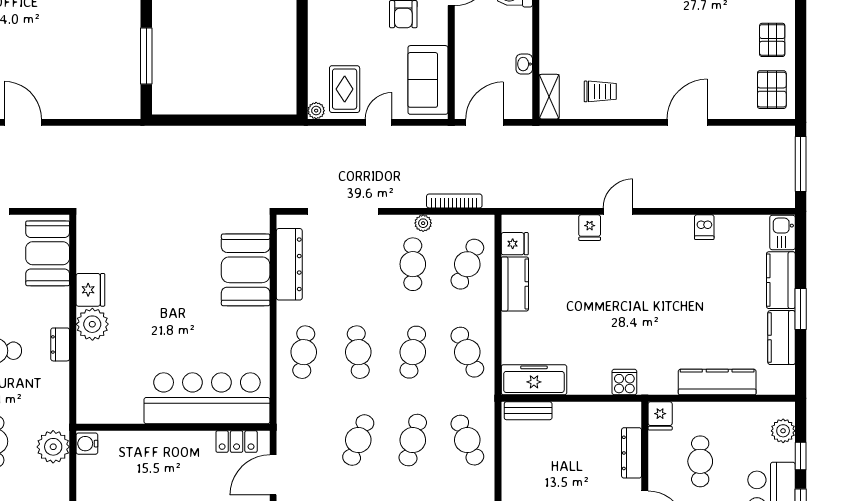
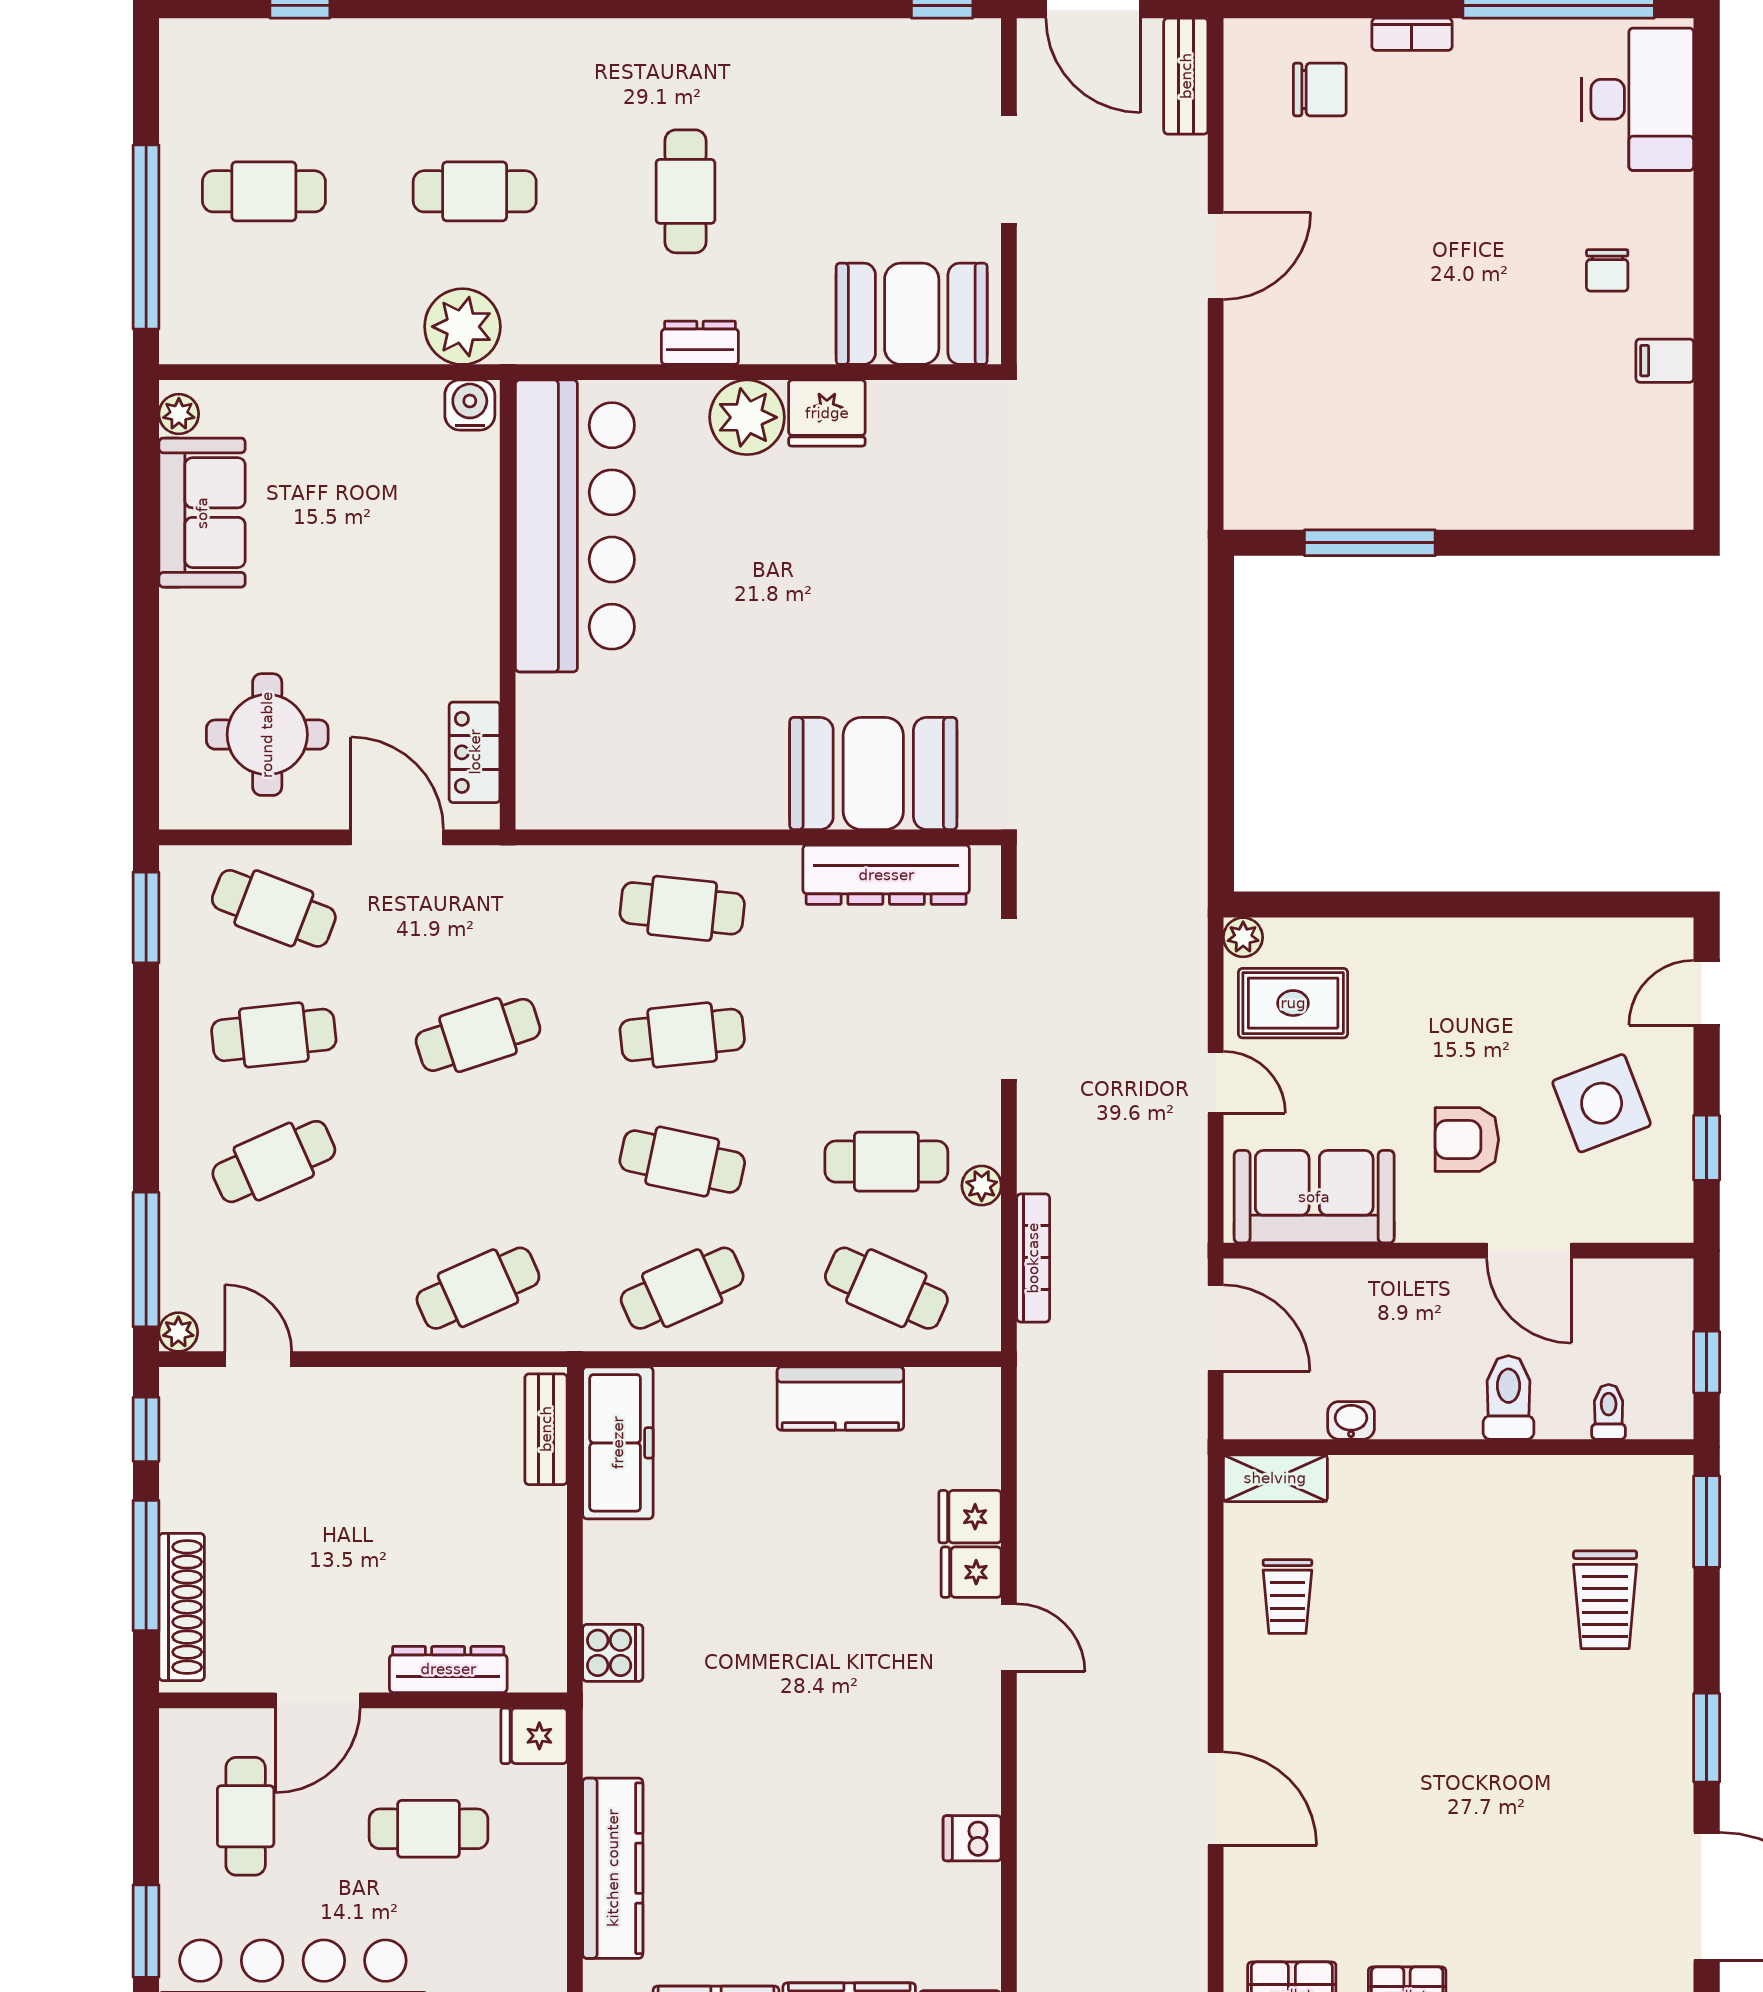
fridge: (515, 244) -> (970, 1517), moved, turned 90
bar counter: (207, 398) -> (575, 526), moved
cafe table: (358, 440) -> (478, 1035), turned -39
cafe table: (413, 440) -> (478, 1162), removed

